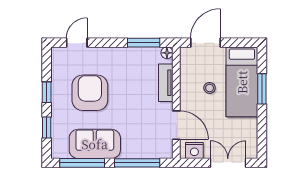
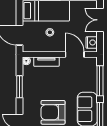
window: (144, 43) -> (19, 87), moved
door: (176, 125) -> (75, 55), hinge flipped

